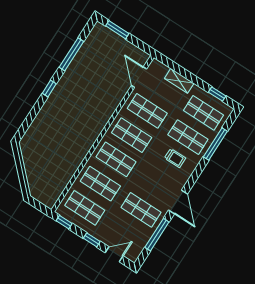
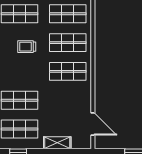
shop shelf: (147, 111) -> (68, 100), removed
trolley: (175, 158) -> (27, 47), moved

